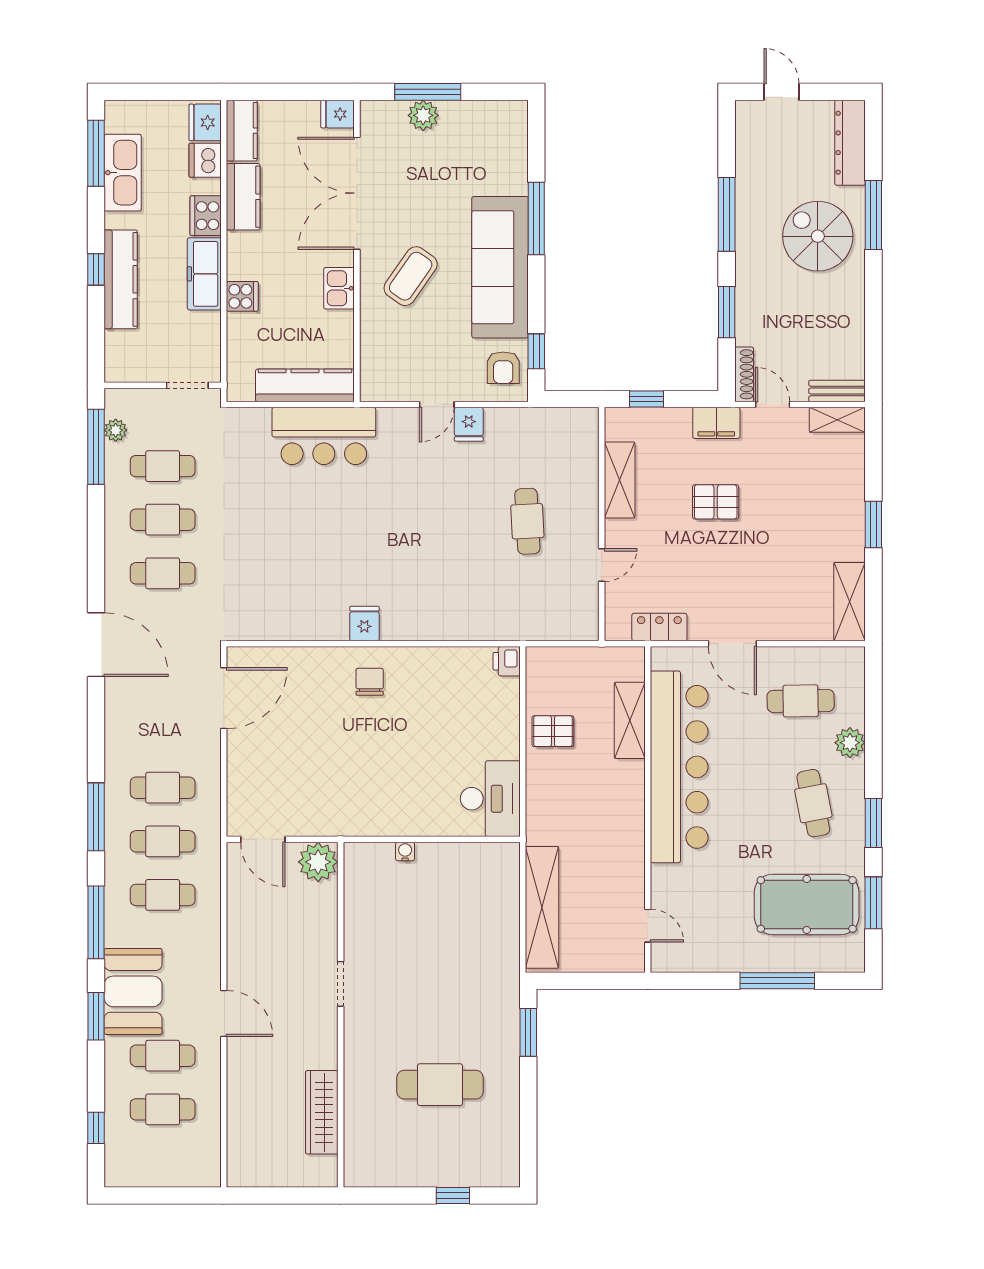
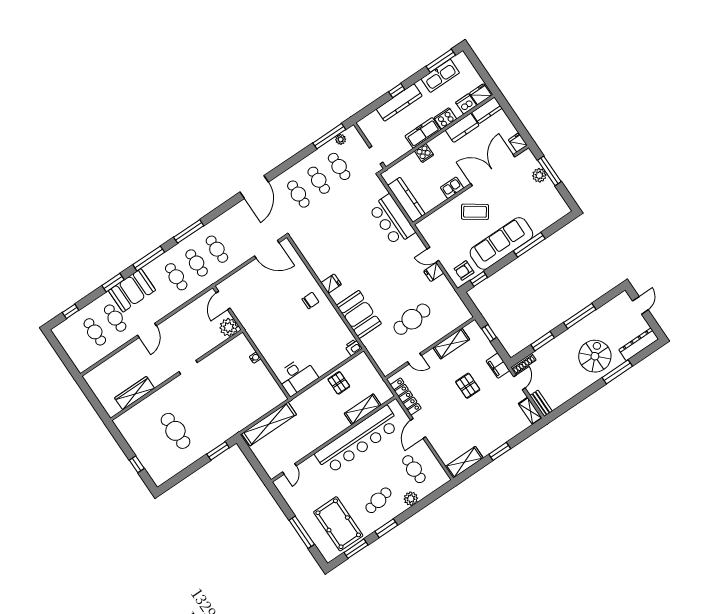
cafe table: (527, 521) -> (412, 319), width x1.37, depth x1.35
booth: (454, 611) -> (359, 314), added
locker: (659, 627) -> (406, 397), width x1.53

